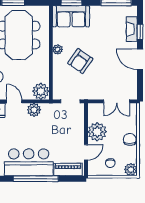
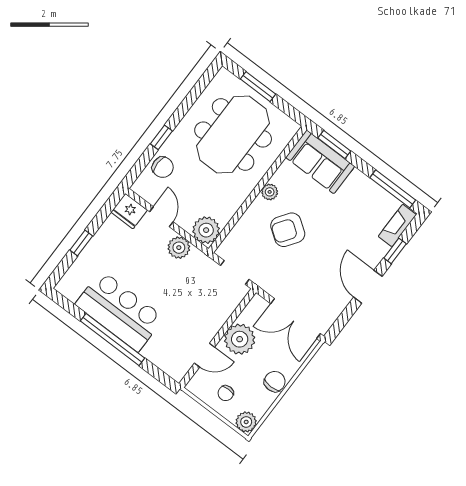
fireplace: (132, 29) -> (397, 225), moved
double door: (117, 101) -> (295, 319), width x1.37
piano: (68, 169) -> (164, 360), removed

